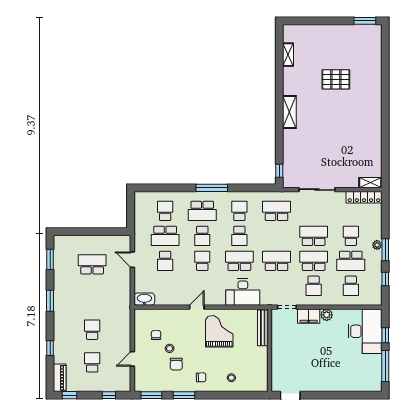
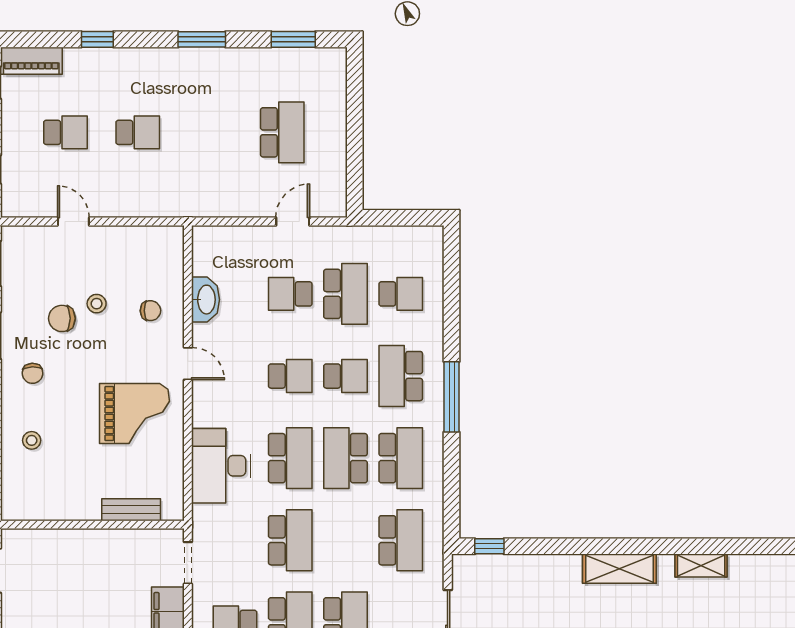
shelving: (288, 55) -> (701, 566), moved
school desk: (239, 211) -> (401, 458), width x1.85
school desk: (165, 236) -> (345, 294), turned 180
school desk: (202, 236) -> (345, 376), turned 180
school desk: (239, 236) -> (345, 458), width x1.85
washbasin: (144, 299) -> (206, 300), moved
bench: (263, 328) -> (131, 510), width x0.73
chair: (156, 335) -> (150, 311), moved

